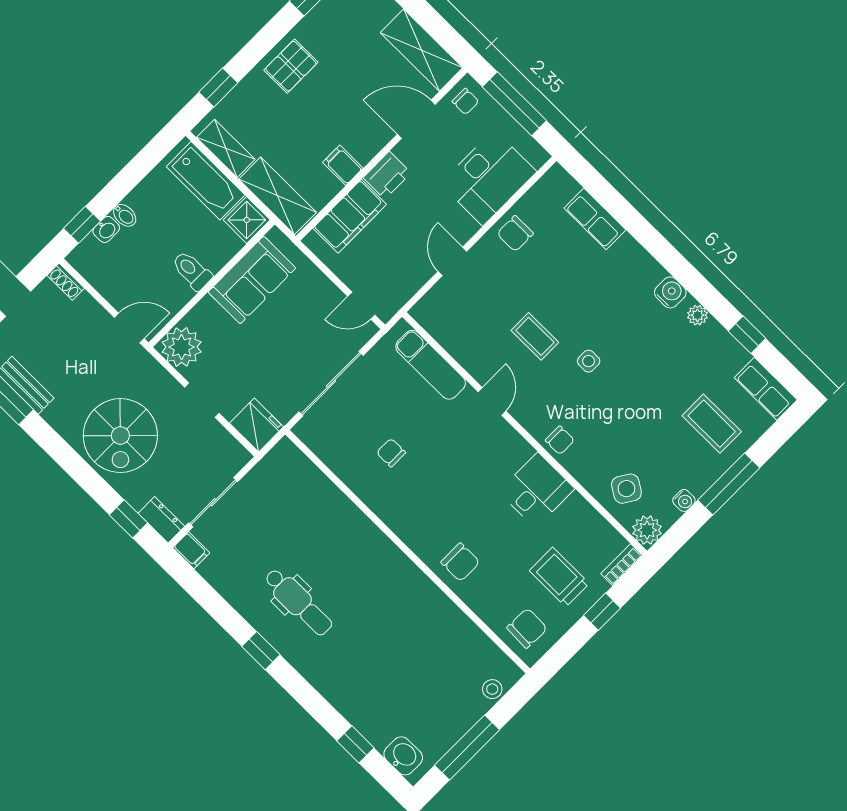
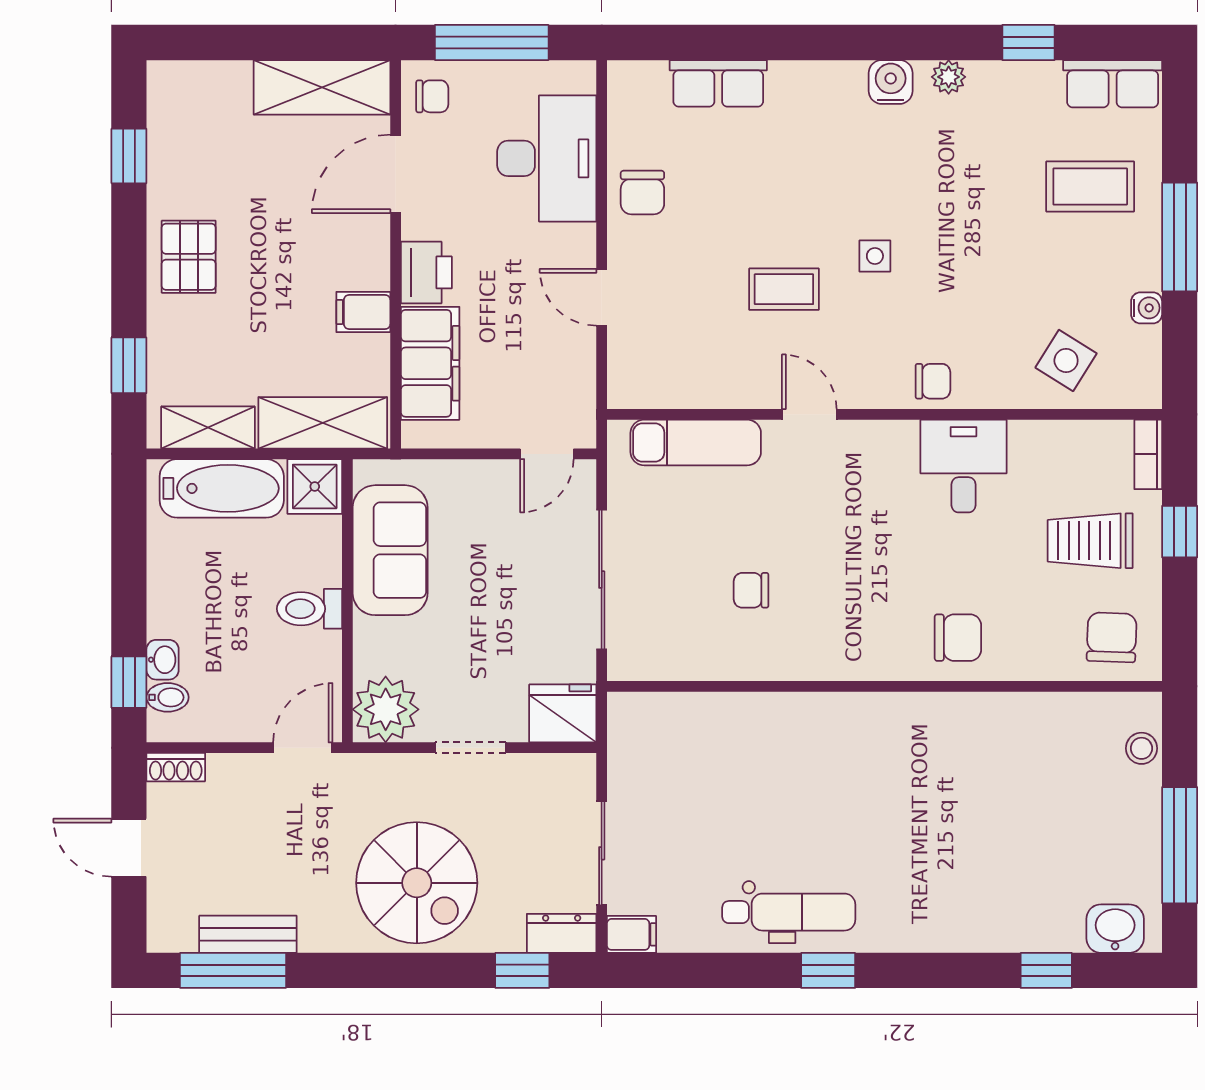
bidet: (125, 215) -> (168, 697), moved
plant: (647, 530) -> (1138, 385), removed
dental chair: (298, 602) -> (789, 912), moved

